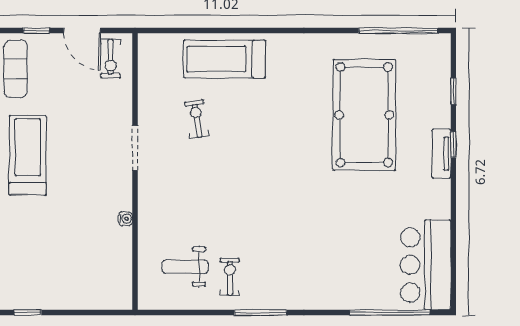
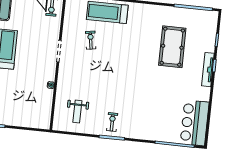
pool table: (364, 115) -> (172, 47), width x0.73, depth x0.76
tv unit: (441, 154) -> (208, 70), width x1.41
weight bench: (185, 267) -> (77, 111), turned -90
exercise bike: (230, 277) -> (112, 122), moved

